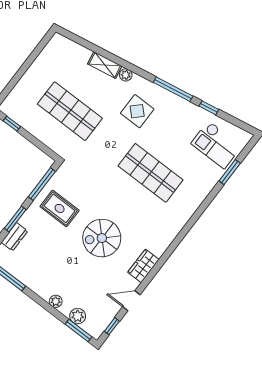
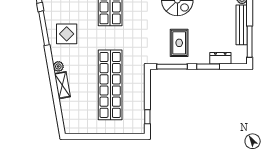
shop shelf: (70, 111) -> (110, 85), width x1.40
display table: (137, 111) -> (67, 34), moved
bench: (31, 282) -> (242, 25), added

